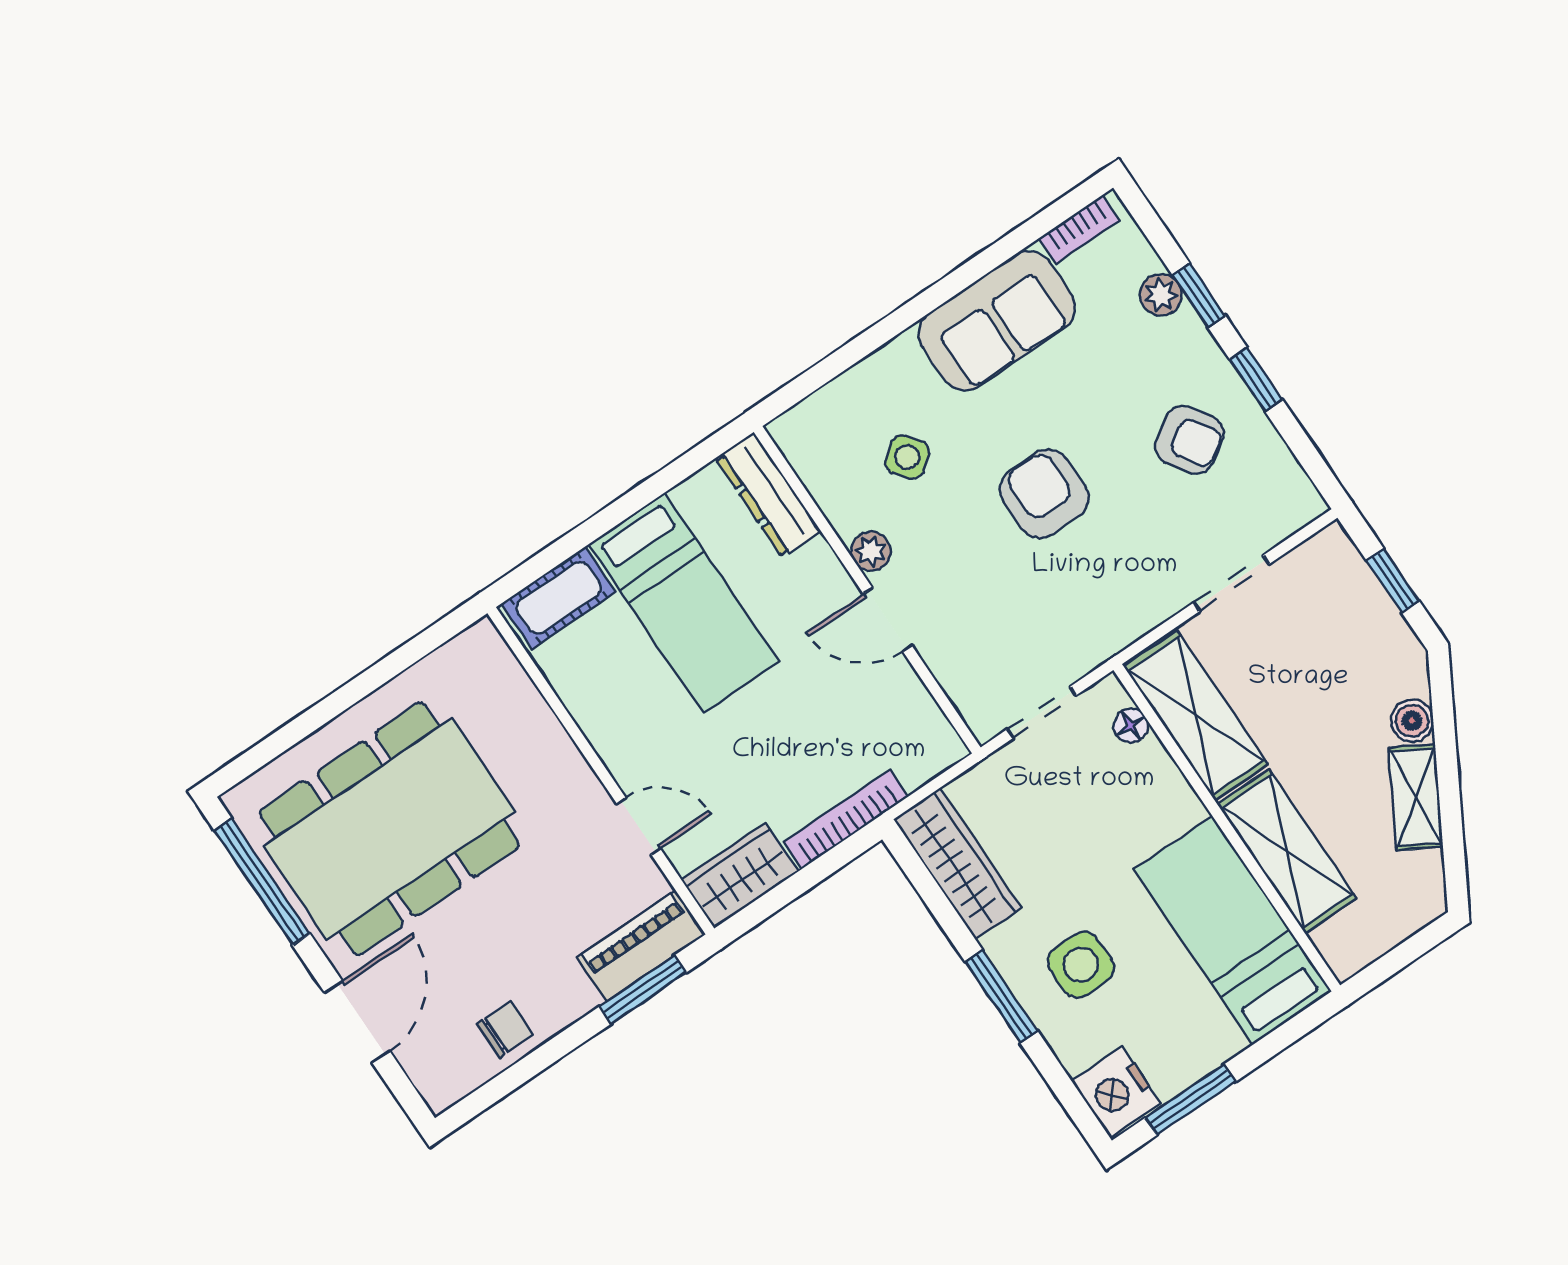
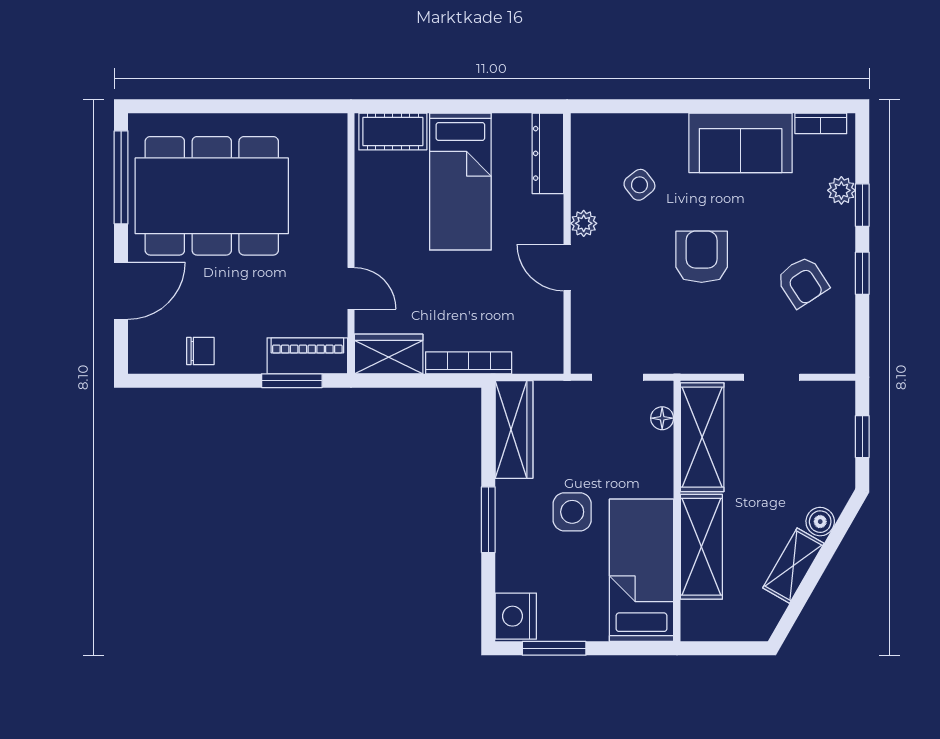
side table: (1081, 965) -> (572, 512), moved

